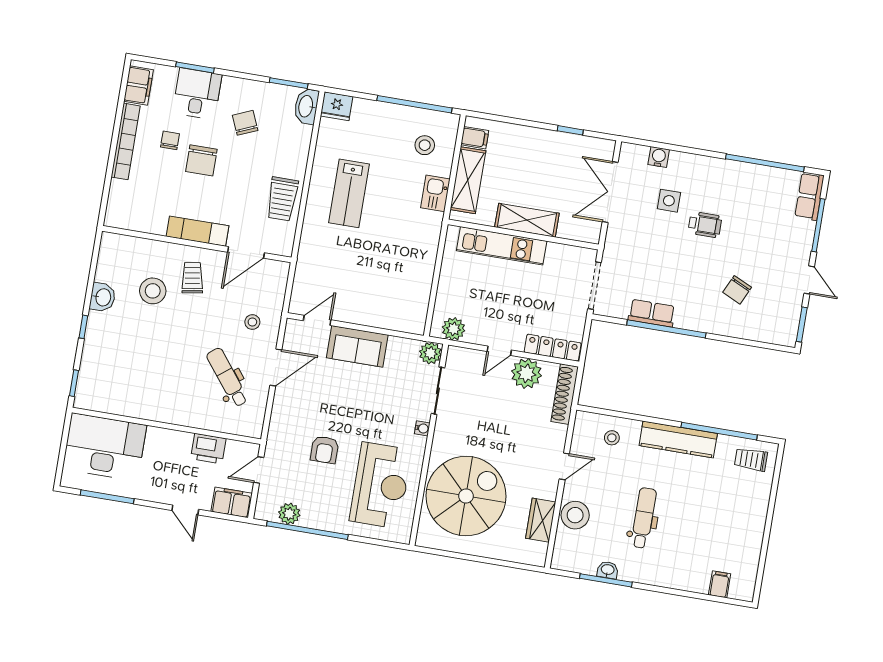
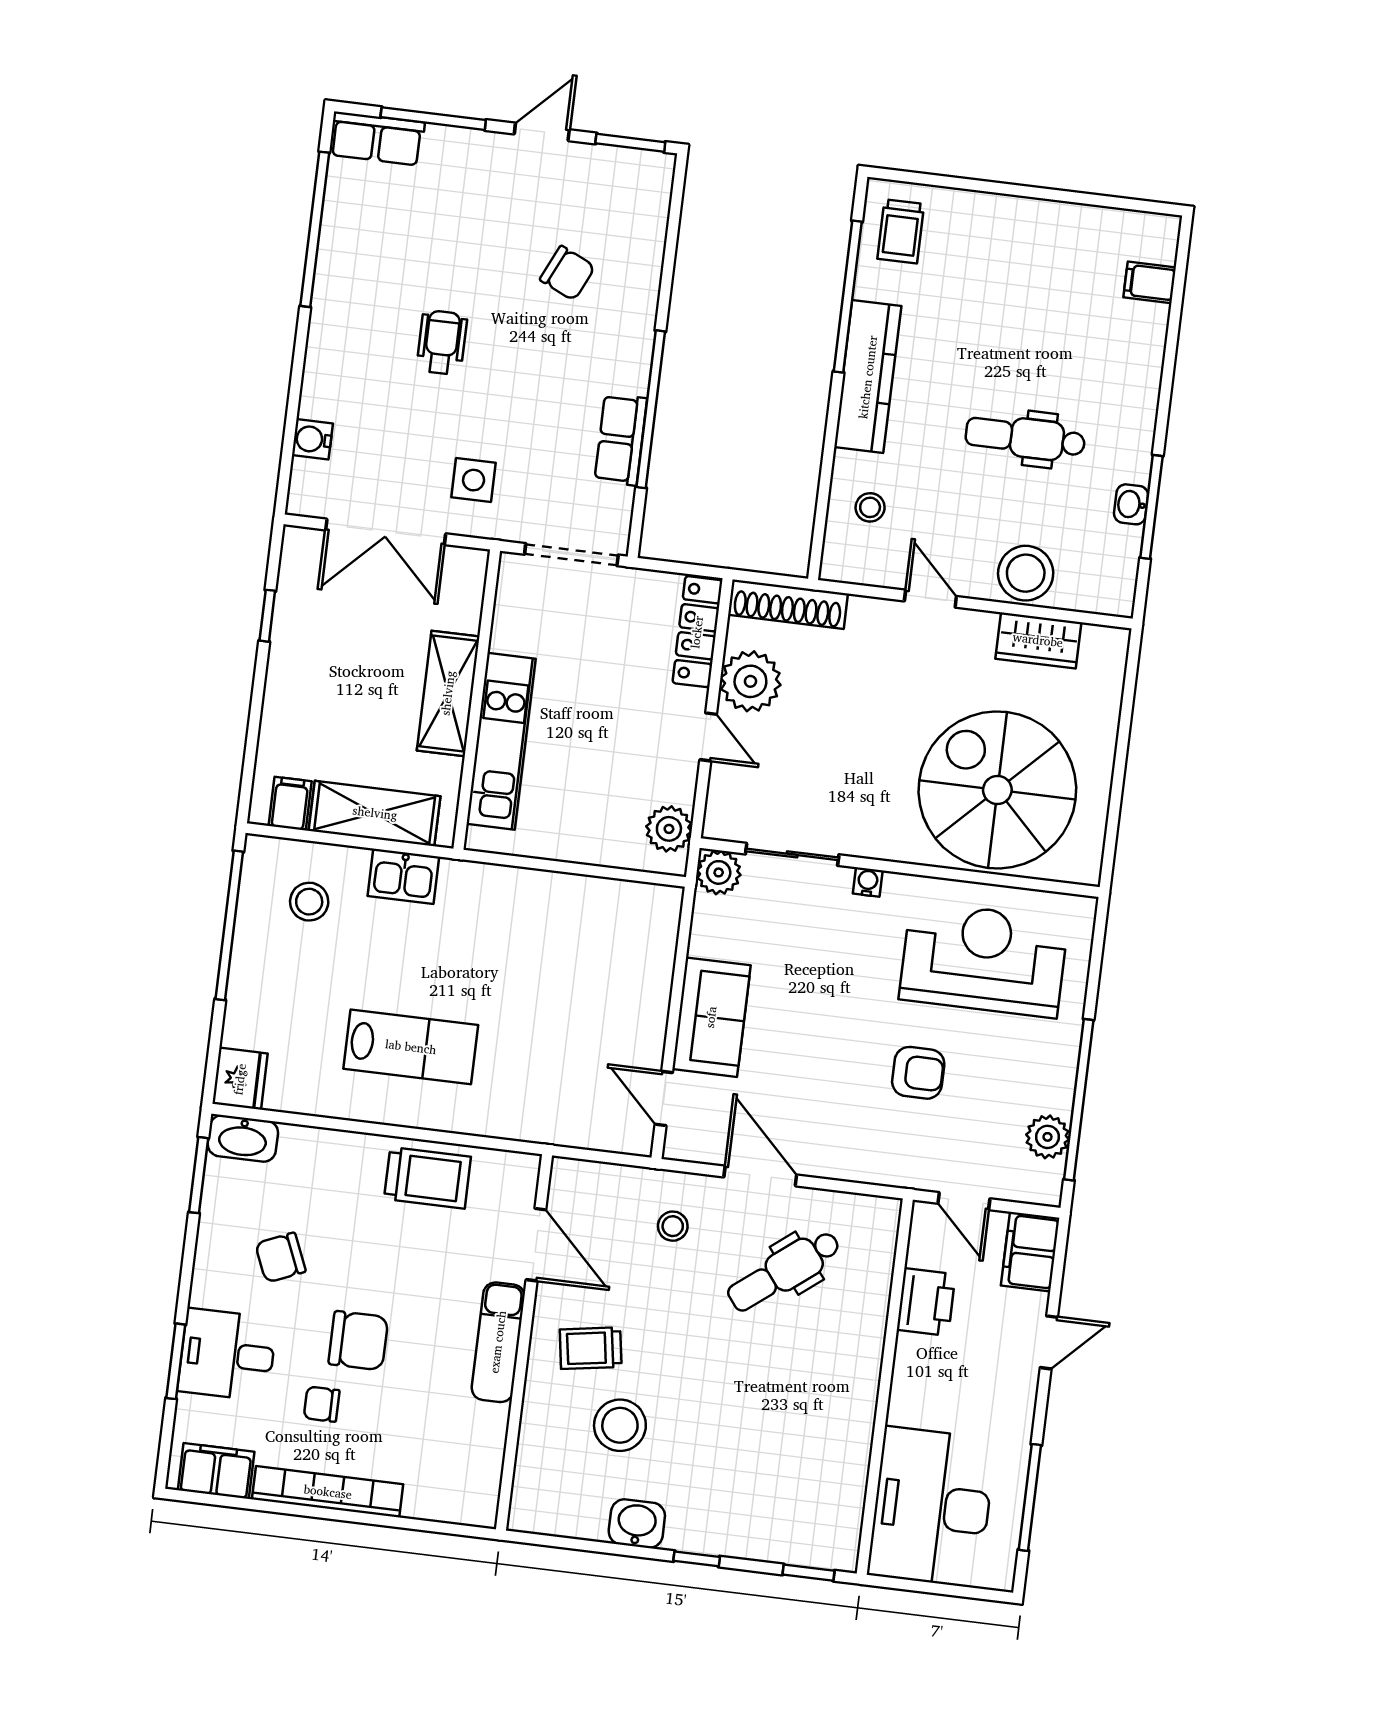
side table: (669, 201) -> (474, 480), moved

